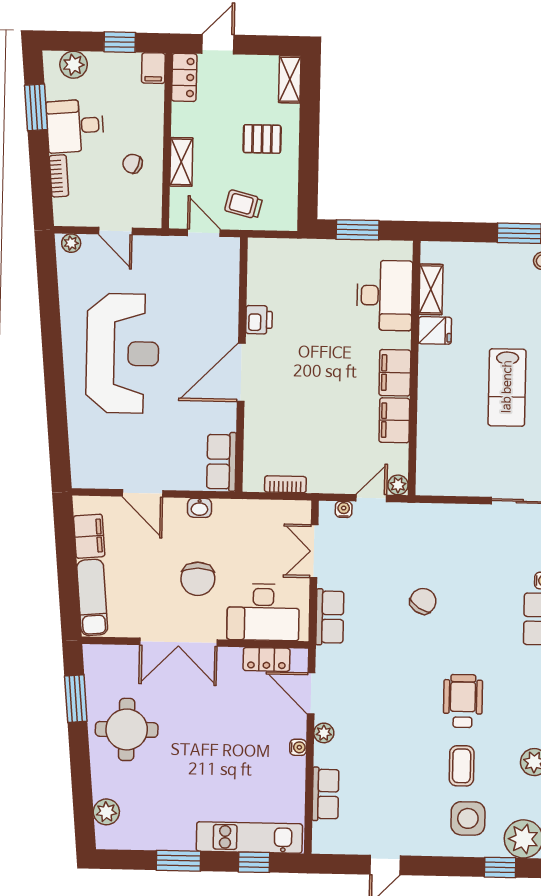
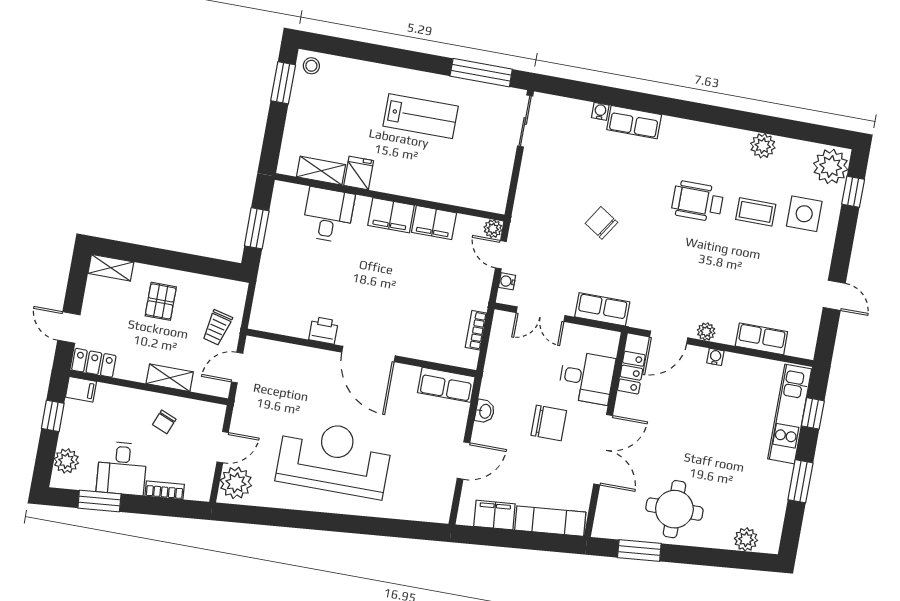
plant: (71, 243) -> (236, 483), width x1.87, depth x1.87
desk: (384, 295) -> (328, 215), width x0.73
desk: (263, 612) -> (587, 378), width x0.73

